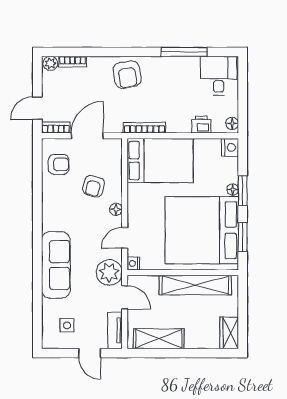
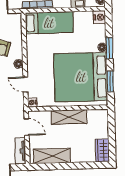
bed: (160, 161) -> (49, 23), width x0.67
door: (125, 238) -> (25, 84), hinge flipped
plant: (109, 272) -> (15, 109), removed
shelving: (195, 285) -> (69, 117), width x0.68

